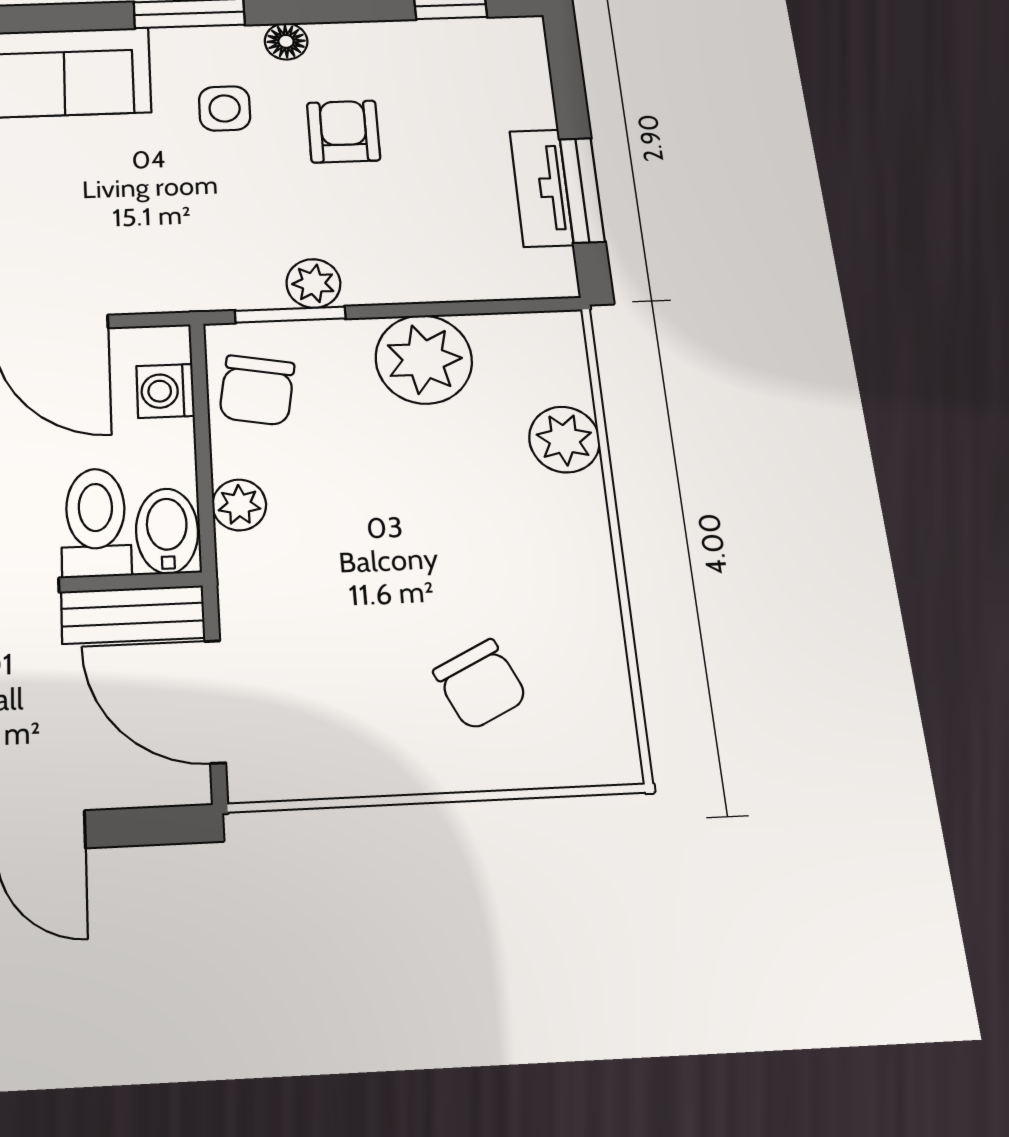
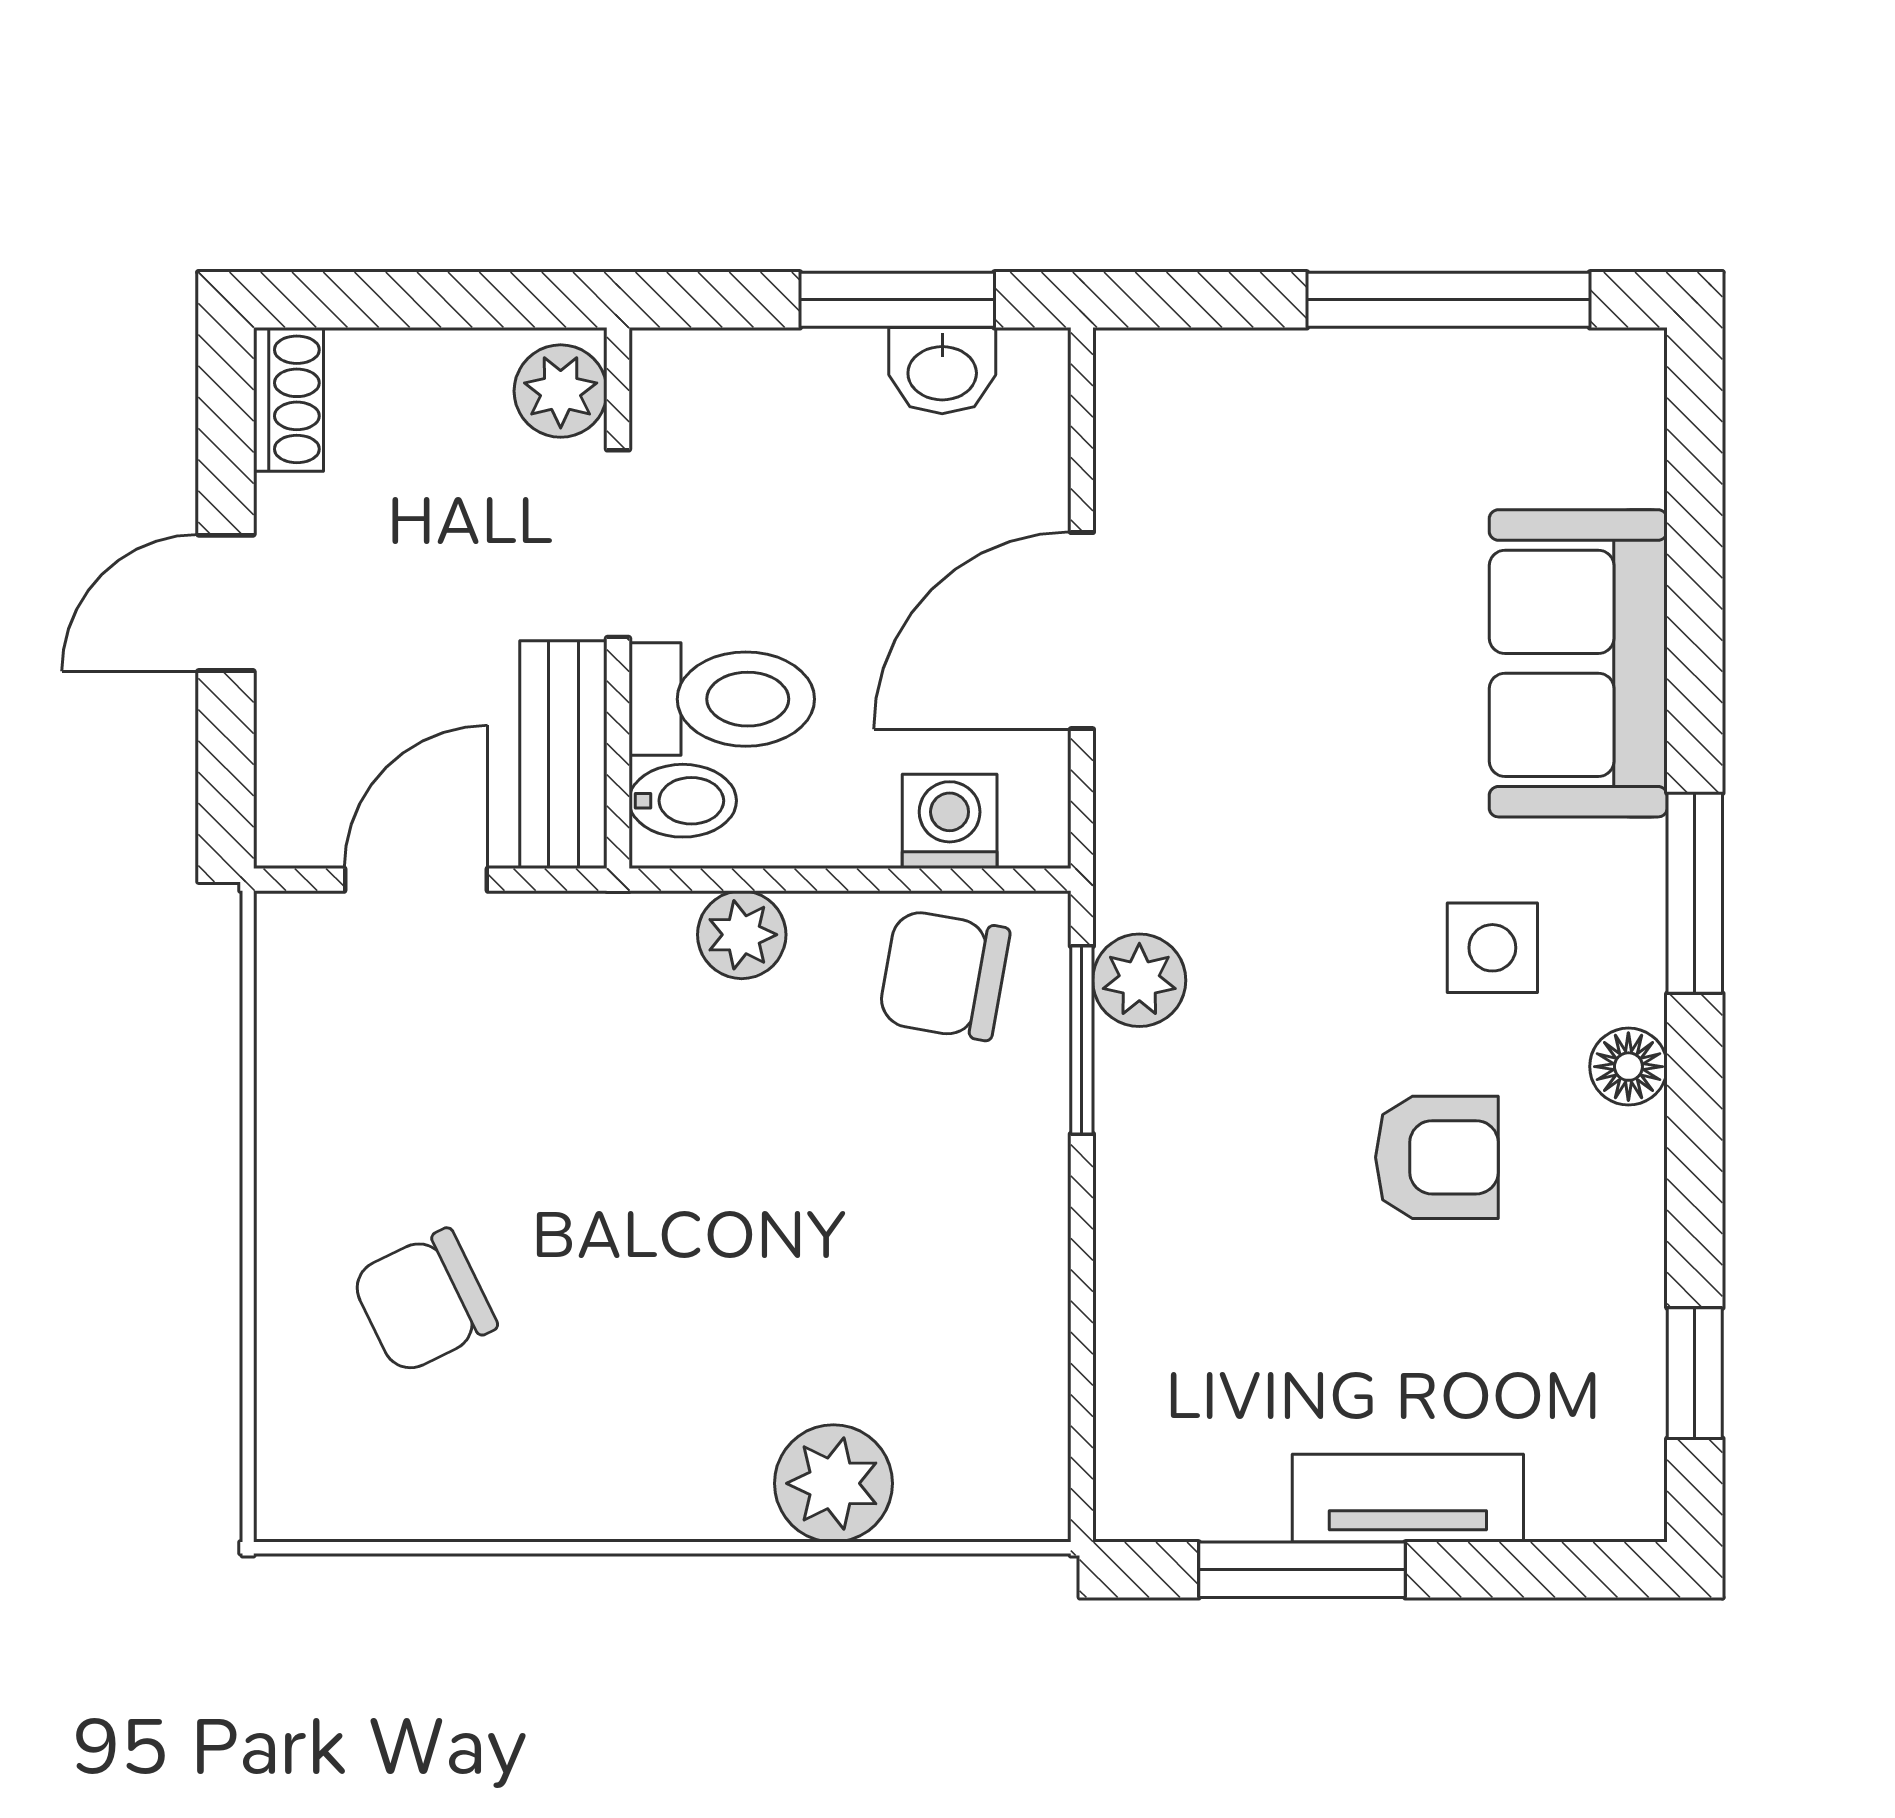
tv unit: (541, 188) -> (1408, 1498), moved
plant: (313, 283) -> (1139, 980), moved
plant: (424, 359) -> (989, 1261), removed
bidet: (167, 531) -> (683, 801), width x0.72, depth x0.74
door: (215, 701) -> (416, 880), width x0.73

